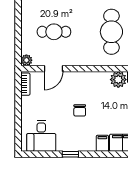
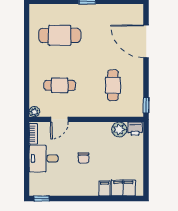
cafe table: (111, 32) -> (113, 85), width x0.73, depth x0.74
desk: (41, 136) -> (44, 158), moved, turned 90
window: (70, 154) -> (42, 199), moved

